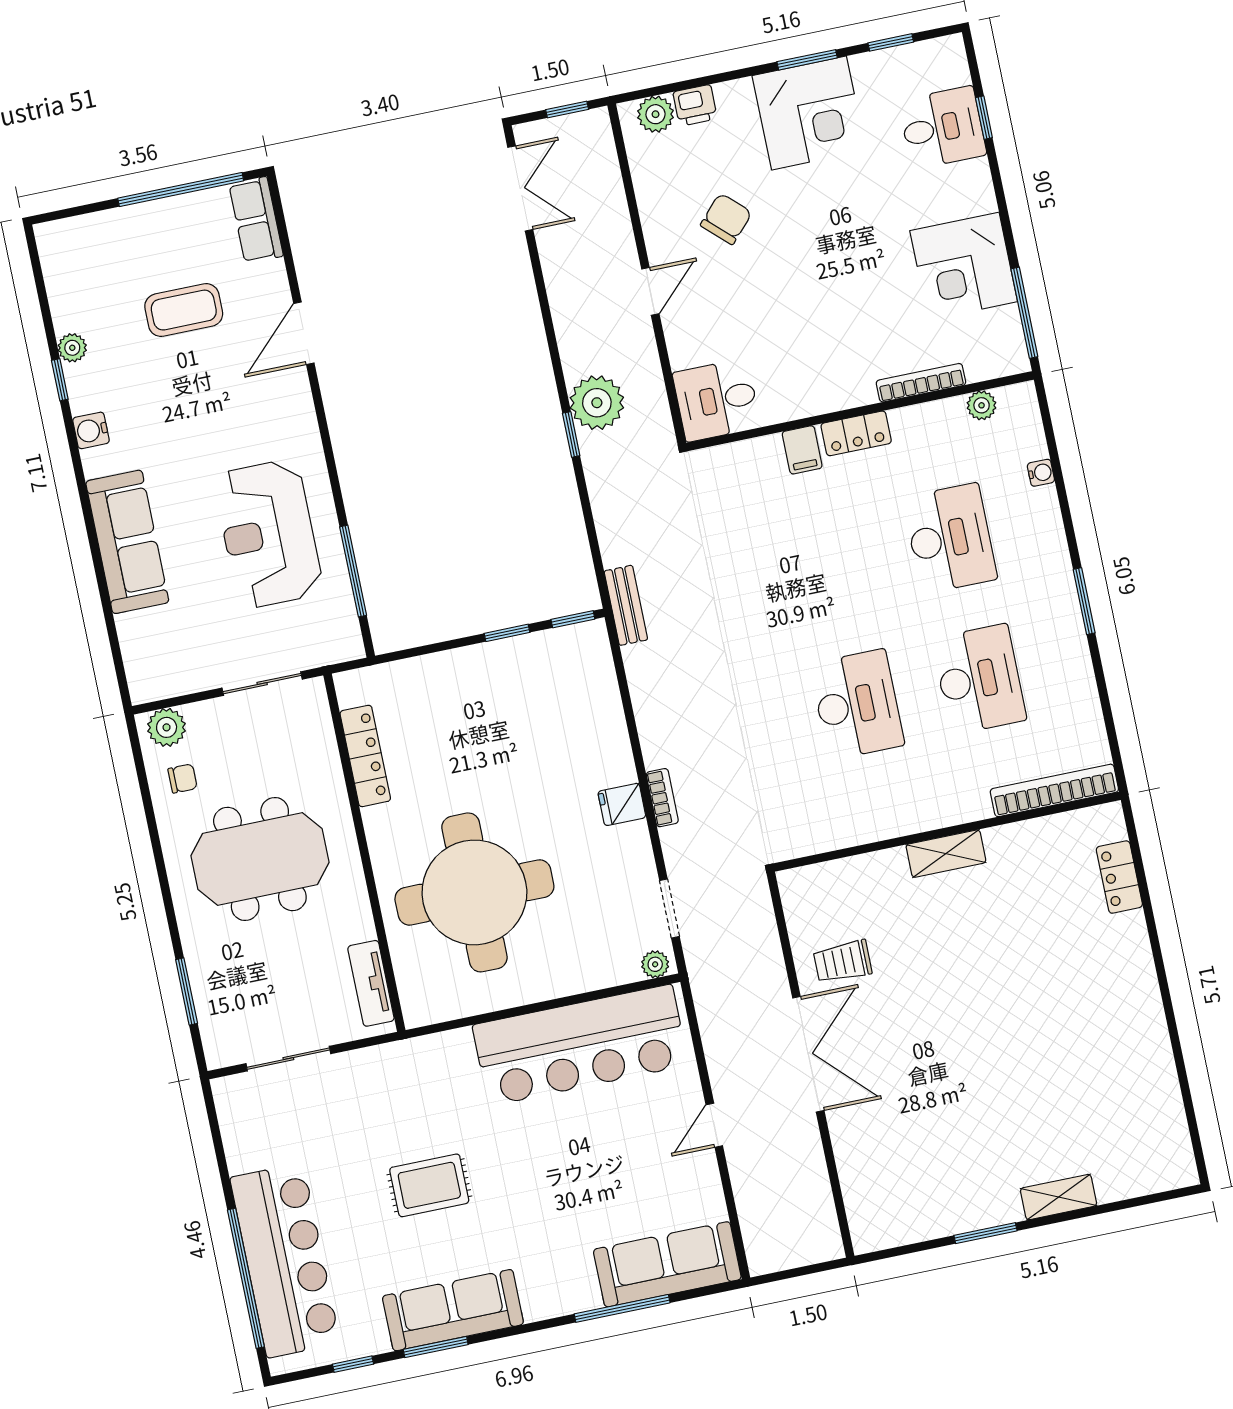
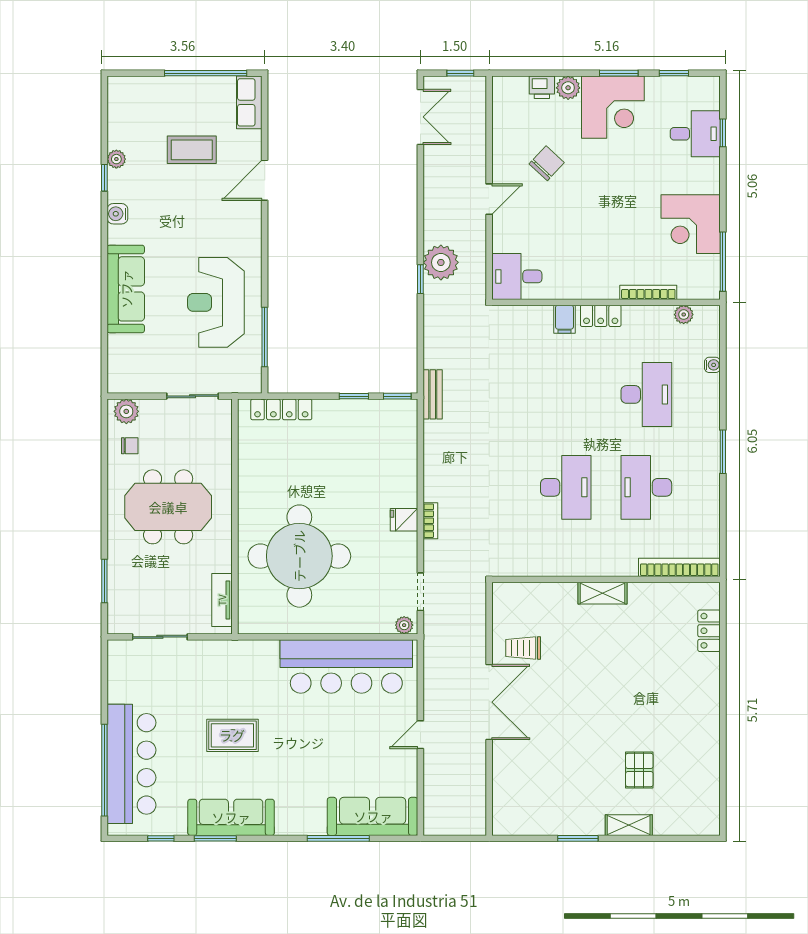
plant: (656, 114) -> (568, 88), moved
desk: (979, 679) -> (646, 487), turned 180
locker: (365, 756) -> (281, 409), moved, turned 90
pallet: (1057, 1110) -> (639, 770), added

